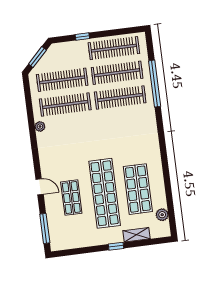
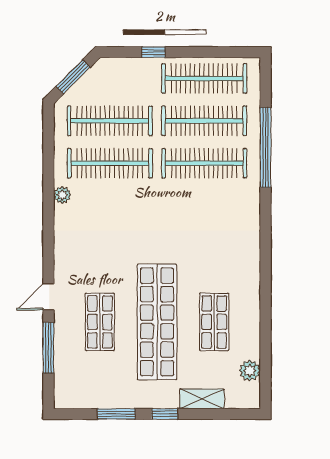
door: (40, 187) -> (48, 297), swing flipped
shop shelf: (138, 189) -> (214, 322), width x0.70, depth x0.74
window: (45, 228) -> (48, 348), moved
window: (88, 250) -> (116, 414), added

